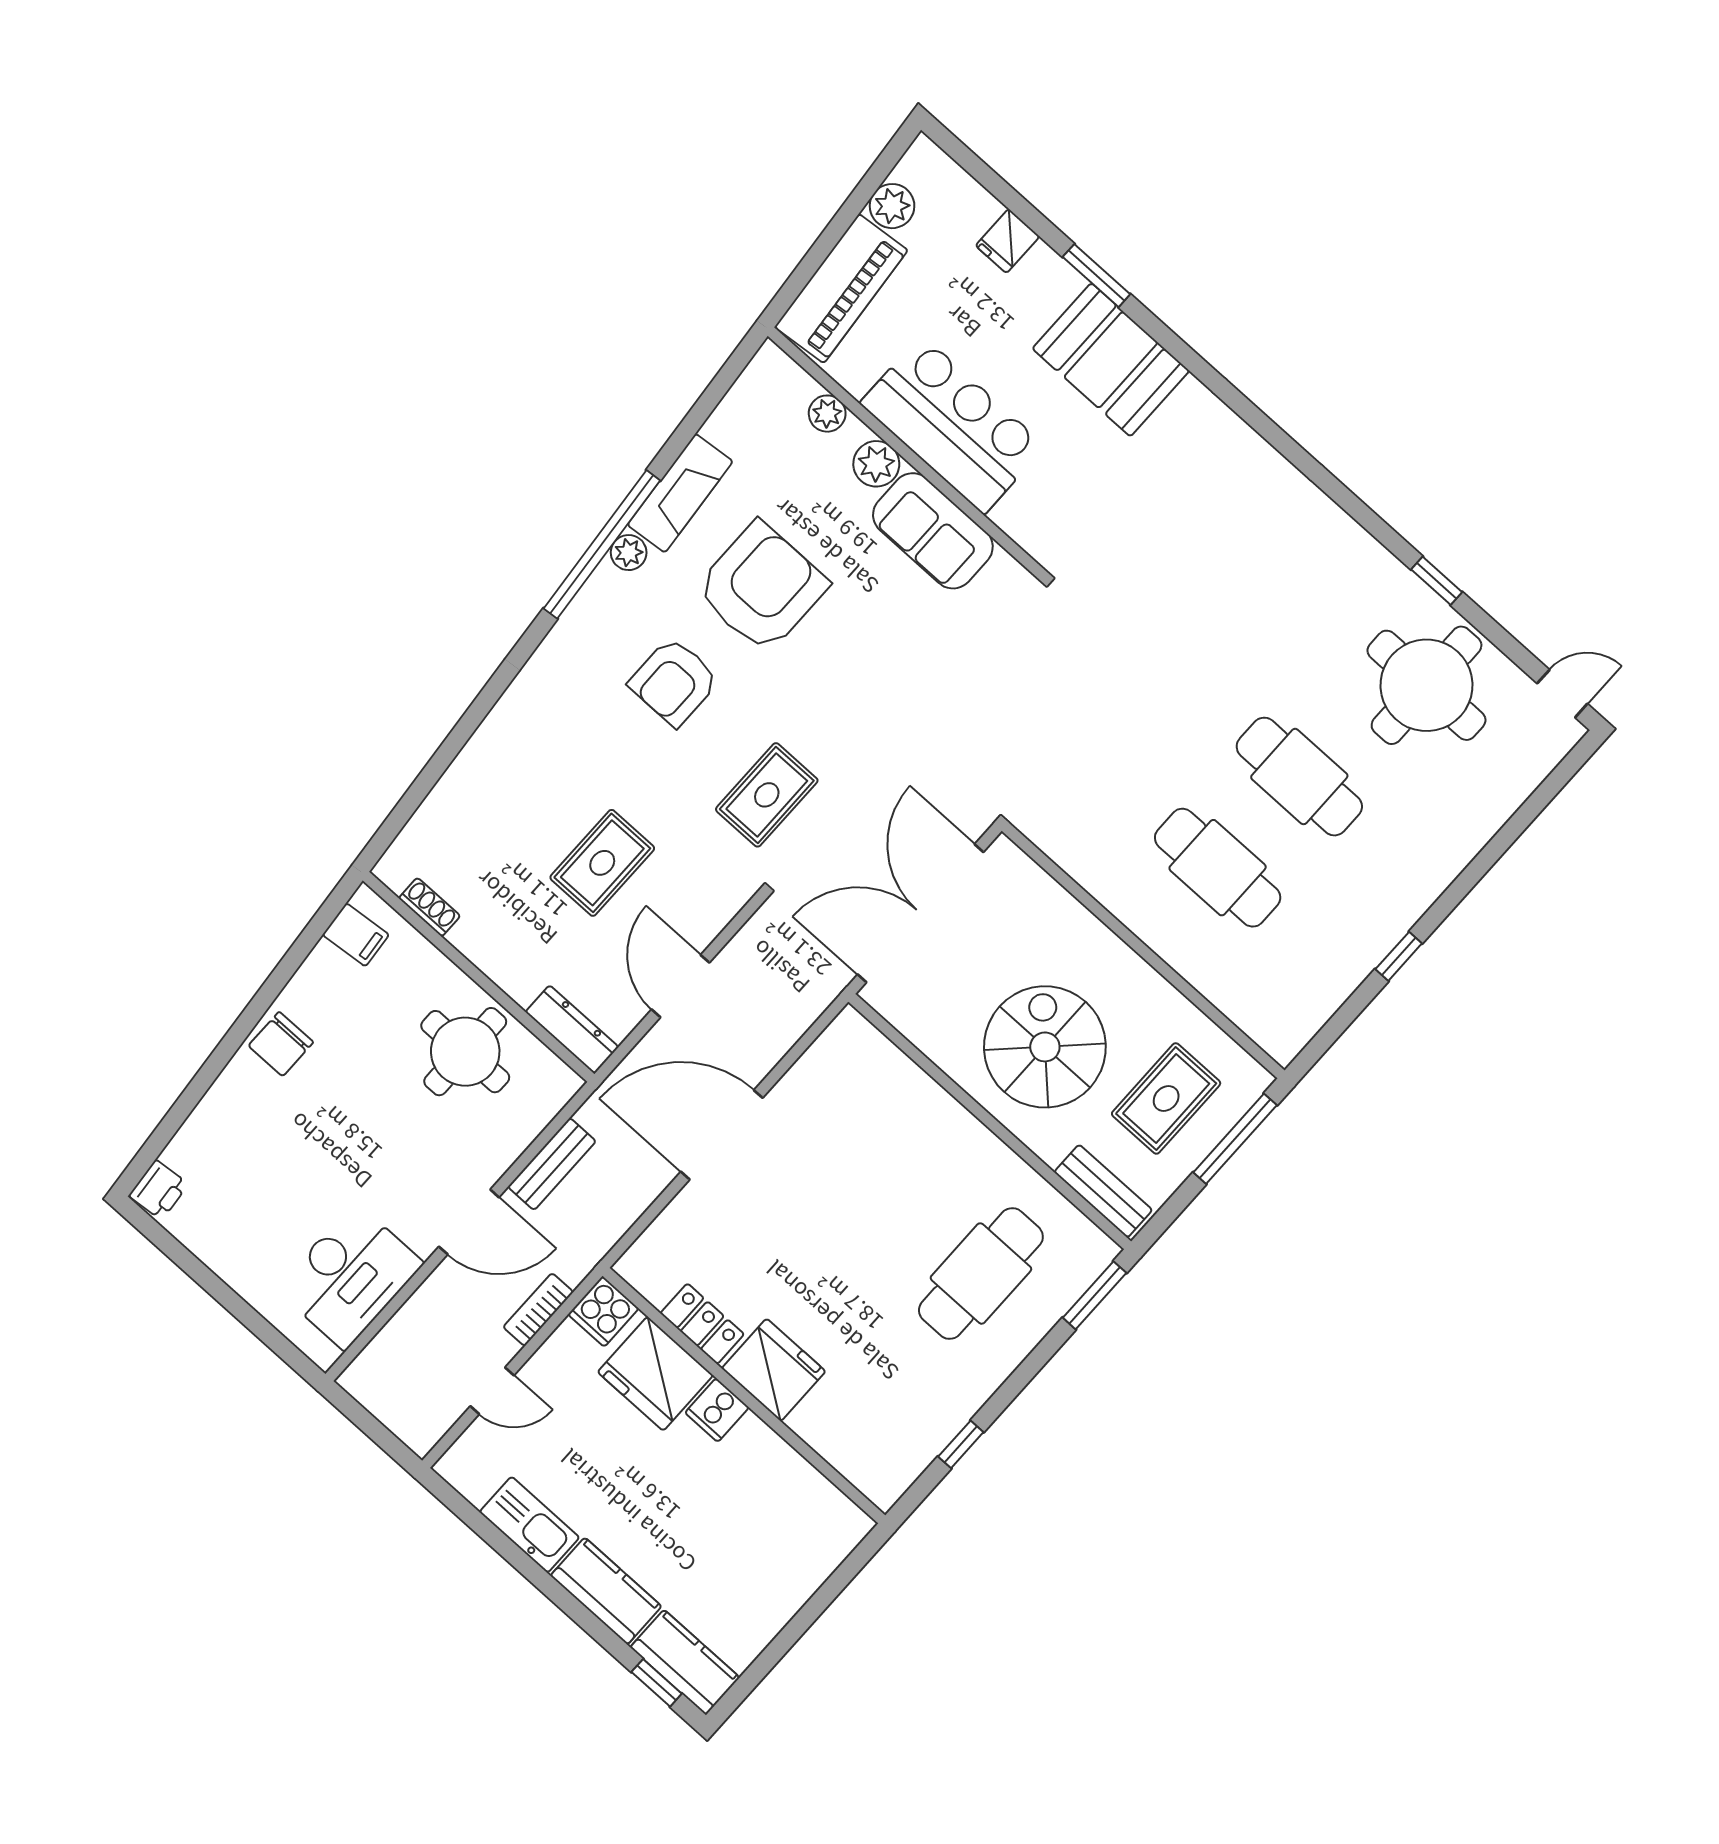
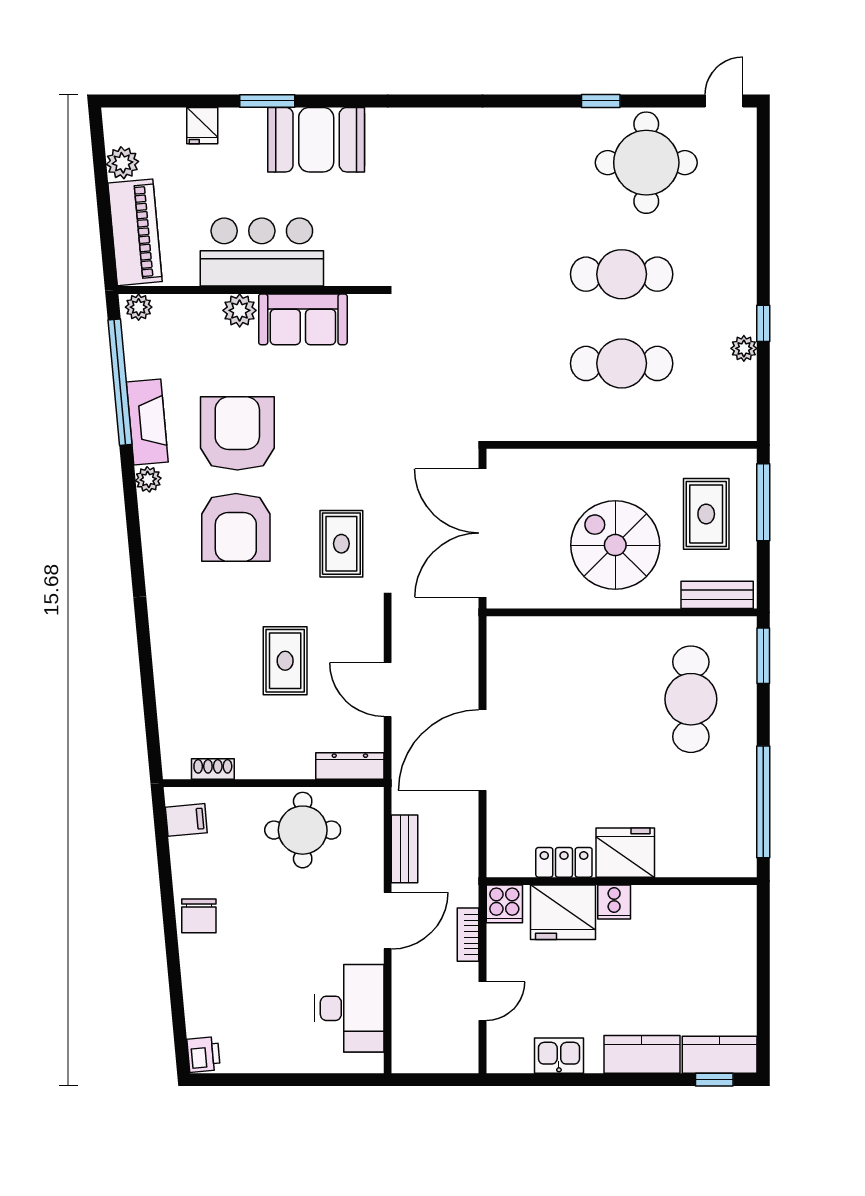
plant: (827, 414) -> (139, 307), moved
window: (602, 544) -> (120, 382), moved
armchair: (674, 682) -> (236, 527), width x1.36, depth x1.36
plant: (1356, 964) -> (744, 348), added
window: (961, 1444) -> (763, 802), width x3.17
kitchen sink: (529, 1525) -> (559, 1056), width x0.73

